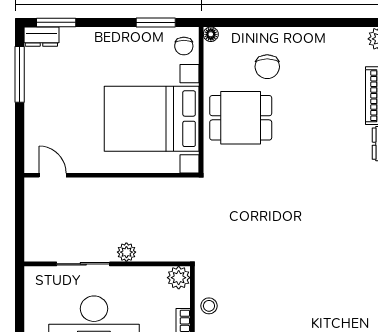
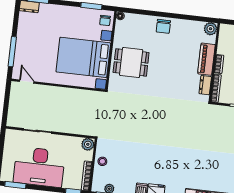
chair: (267, 67) -> (163, 26), moved
window: (20, 74) -> (12, 52), moved
plant: (126, 252) -> (61, 127), removed

